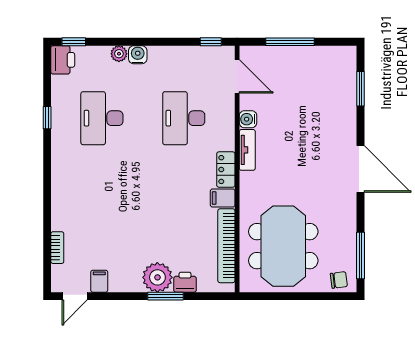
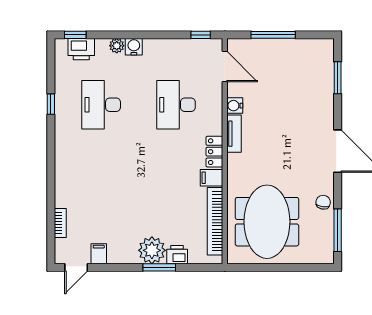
printer: (63, 60) -> (81, 49), moved, turned 90
chair: (339, 280) -> (323, 202), moved, turned -74

